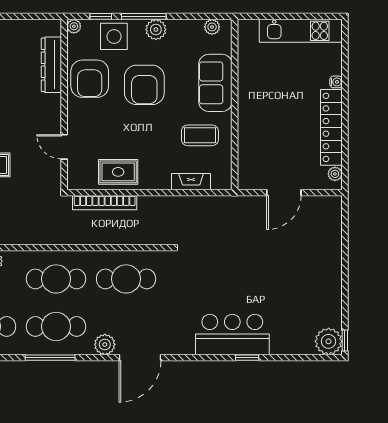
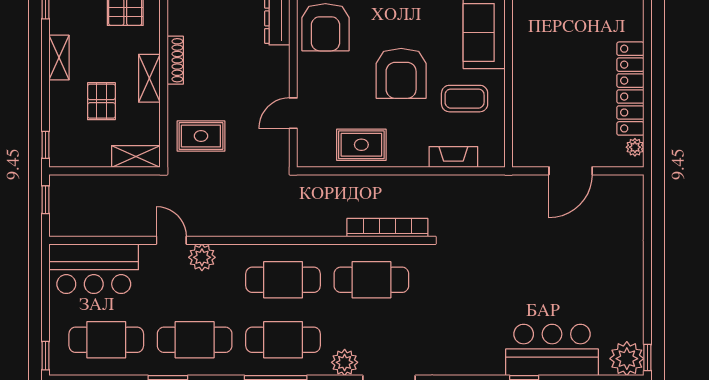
water cooler: (336, 82) -> (636, 31), removed
armchair: (144, 85) -> (401, 73), moved
door: (64, 147) -> (293, 113), hinge flipped
bookcase: (105, 203) -> (387, 228), moved, turned 180
bar counter: (232, 335) -> (552, 350), moved

